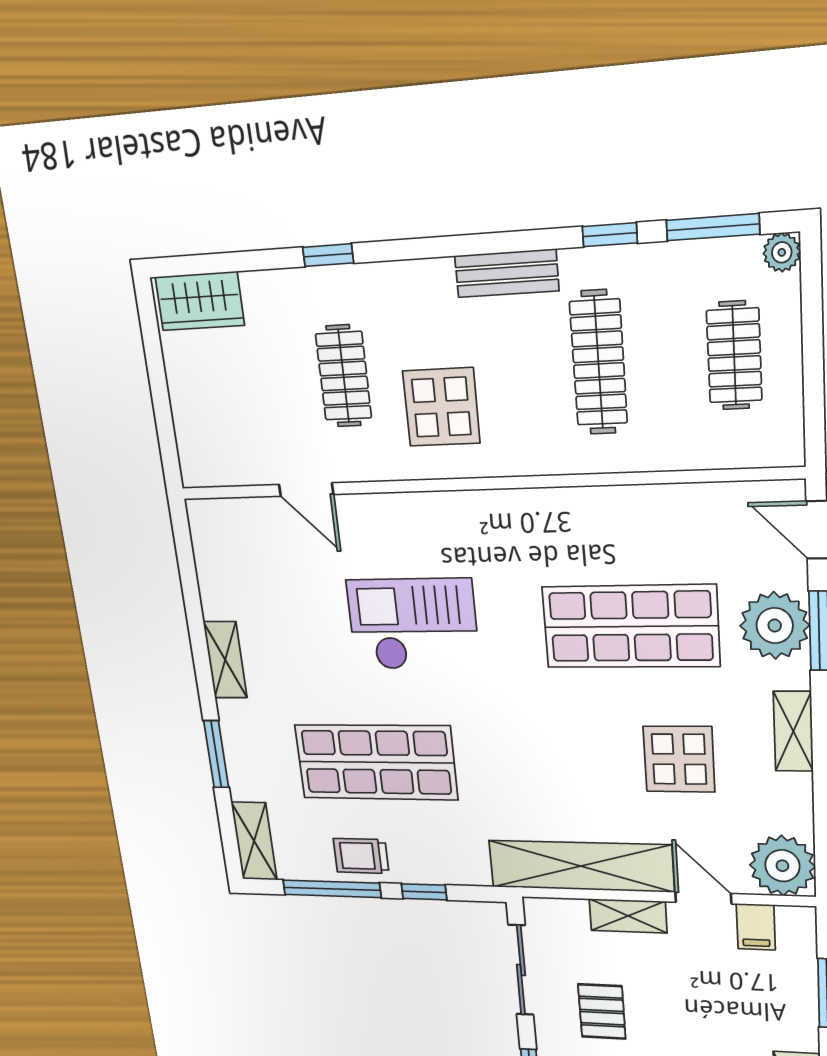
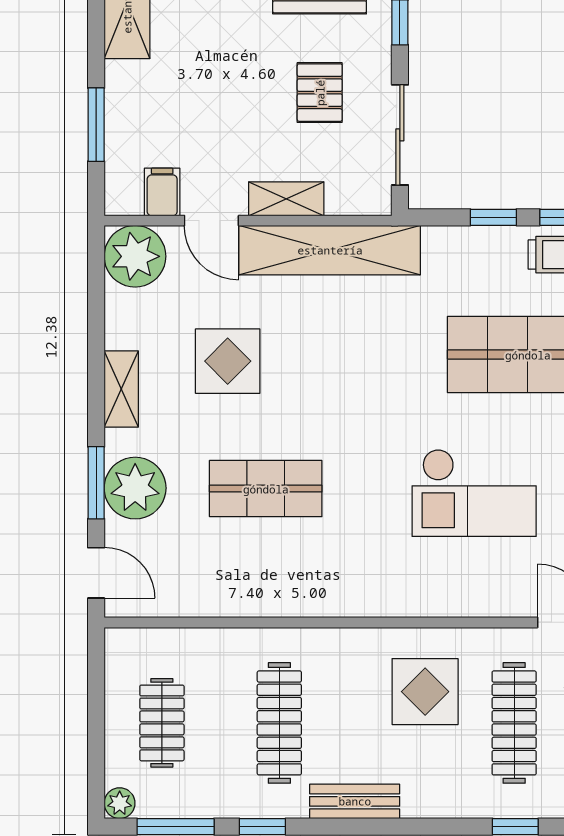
clothes rail: (344, 376) -> (514, 723), width x1.36
shop shelf: (631, 626) -> (266, 489), width x0.70, depth x0.74

